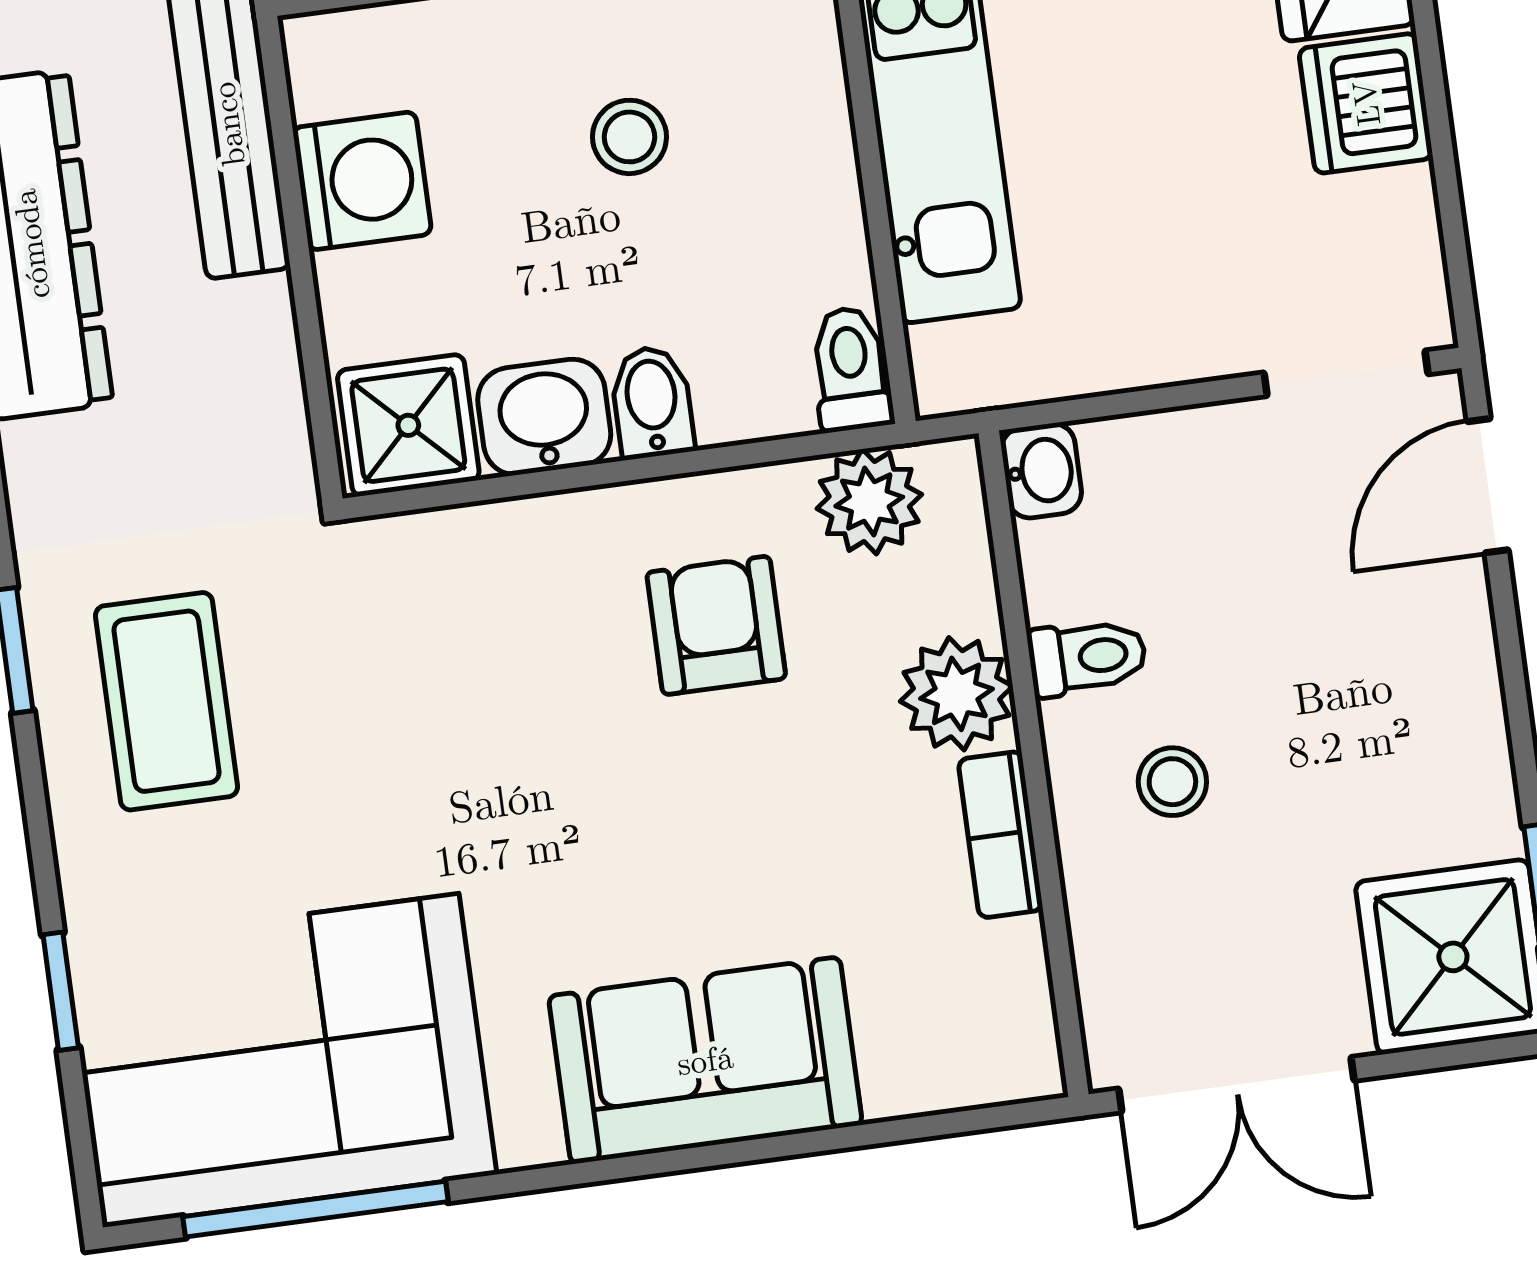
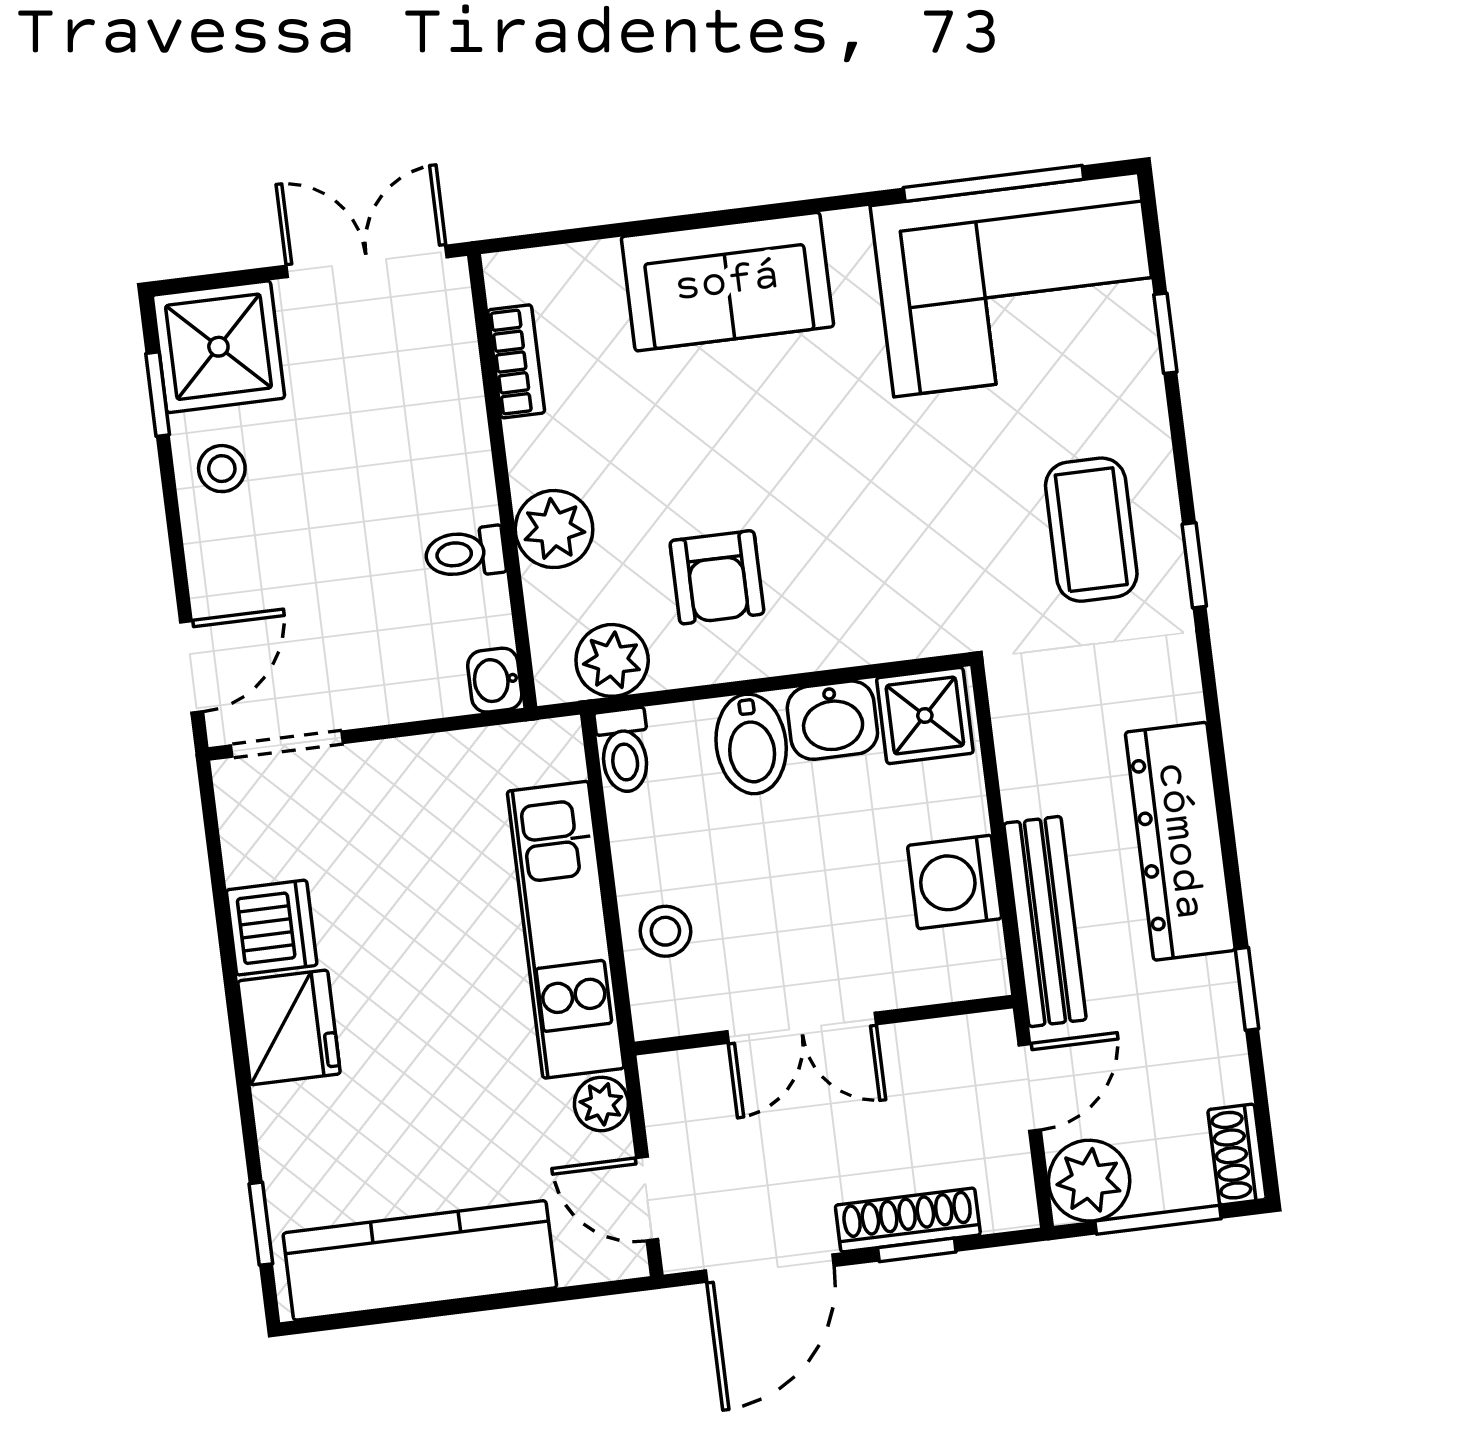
stool: (629, 137) -> (665, 931), moved
bidet: (652, 402) -> (751, 744), width x1.38, depth x1.36
stool: (1172, 782) -> (222, 469), moved
bookcase: (1000, 835) -> (516, 361), moved

